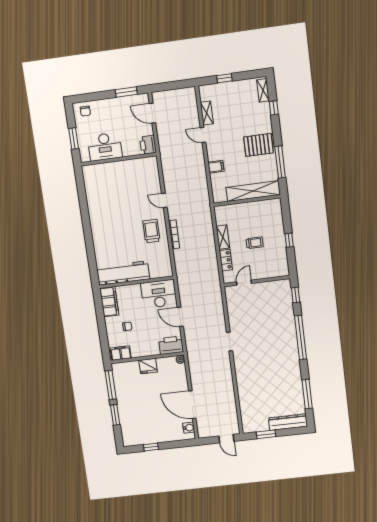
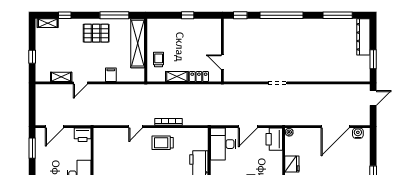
pallet: (258, 145) -> (96, 33), turned 90
trolley: (255, 243) -> (159, 59), moved

